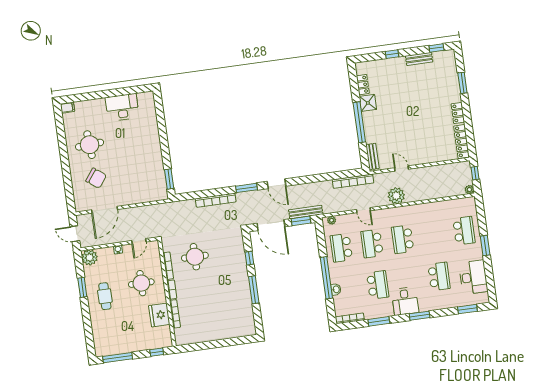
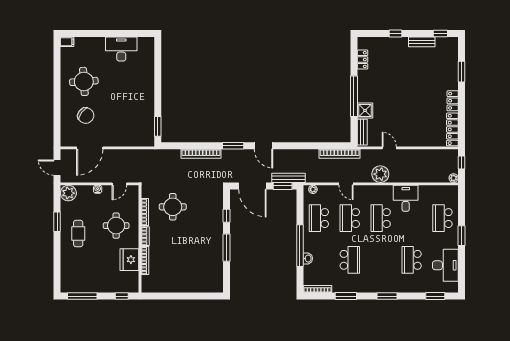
shower: (368, 103) -> (365, 111), moved
school desk: (464, 231) -> (442, 218), turned 180
school desk: (439, 276) -> (412, 260), turned 180
desk: (405, 301) -> (406, 198), moved, turned 180

